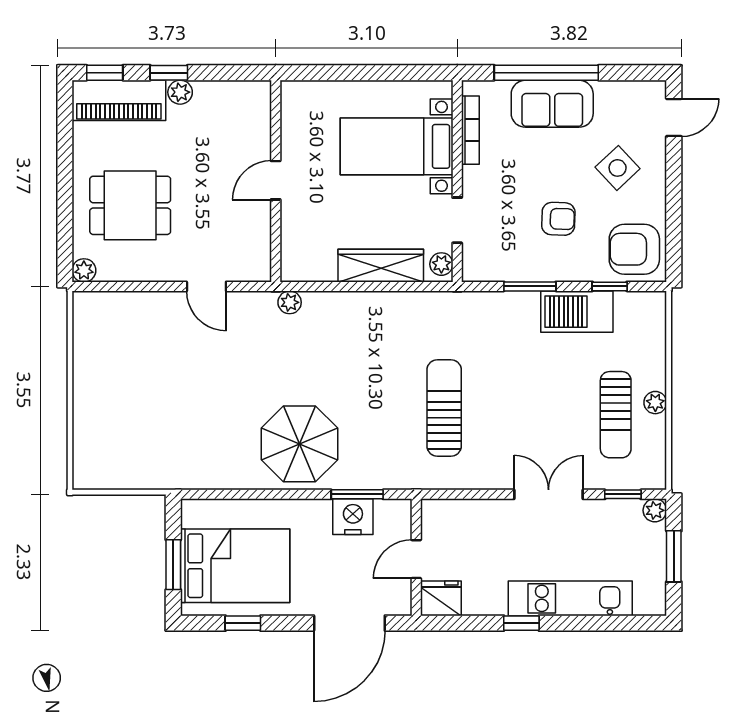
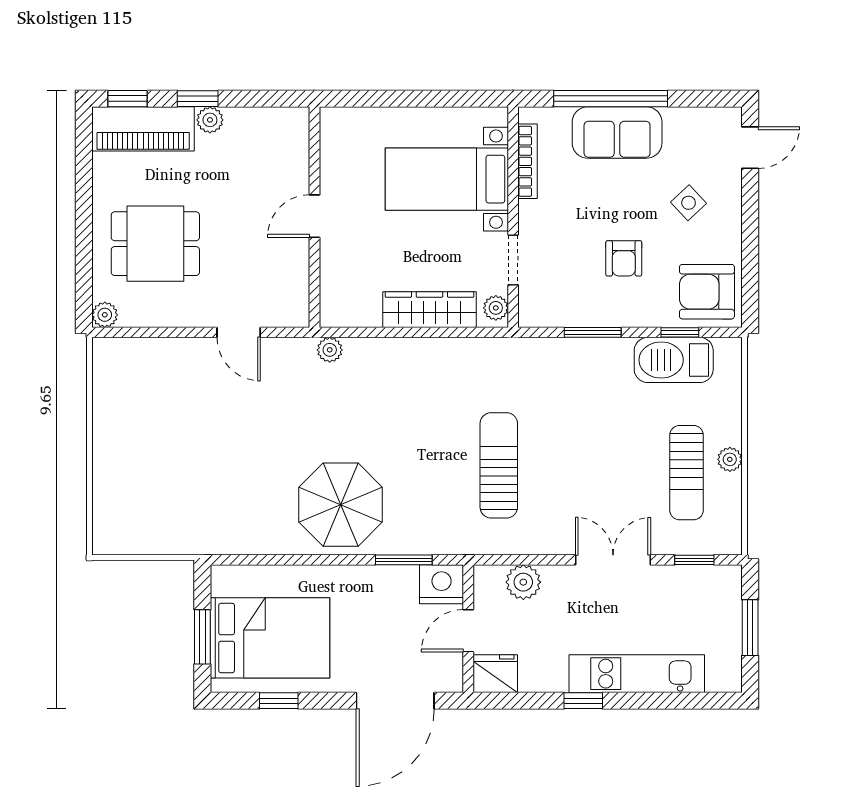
side table: (618, 168) -> (689, 203), width x0.73, depth x0.73
armchair: (558, 219) -> (624, 258), turned 88
barbecue: (577, 312) -> (674, 360), moved
plant: (655, 510) -> (523, 582), moved, width x1.38, depth x1.38
nightstand: (353, 517) -> (442, 584), moved

